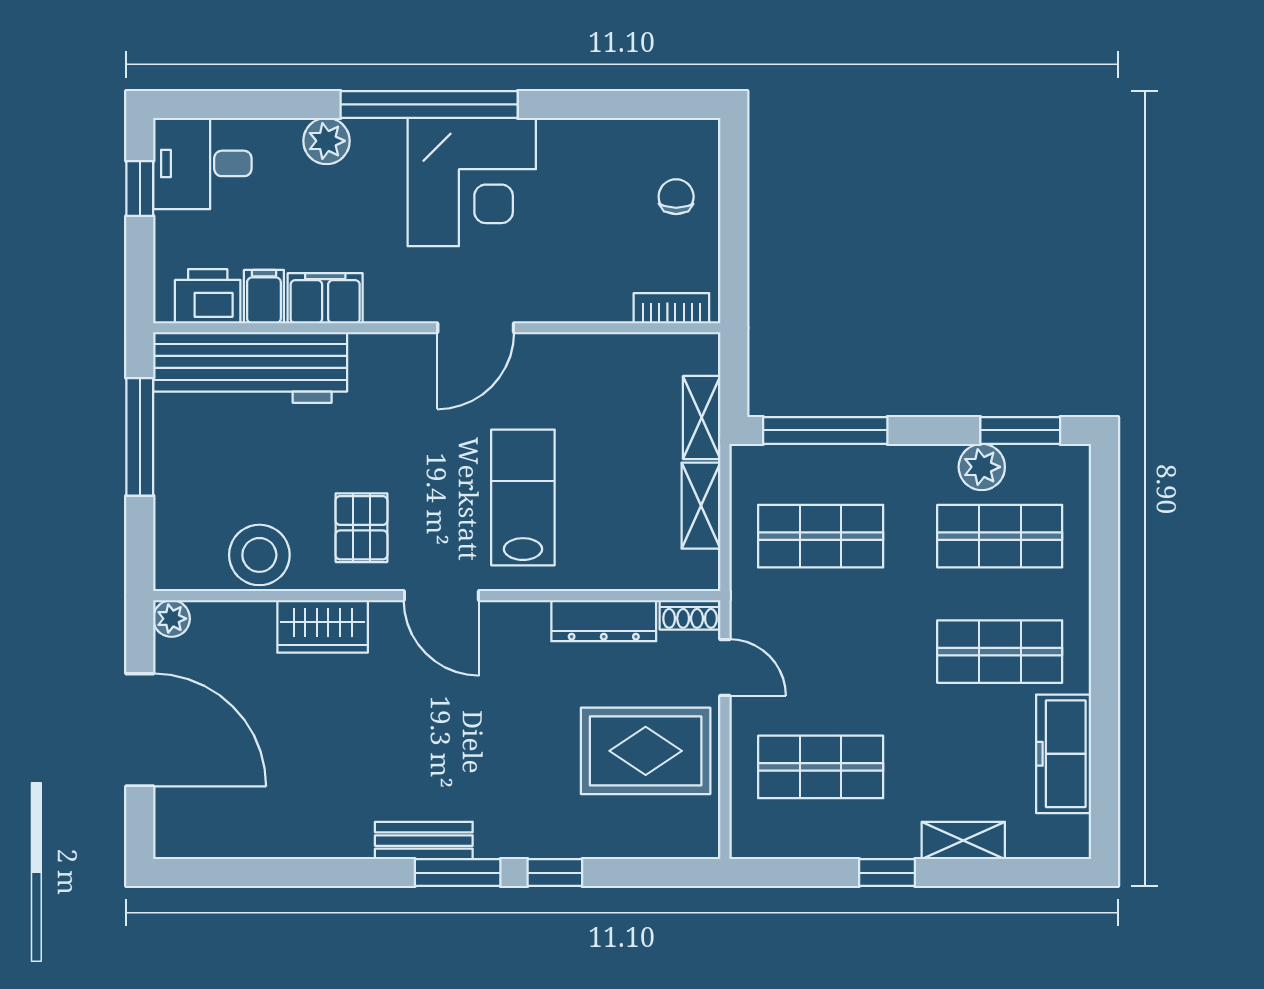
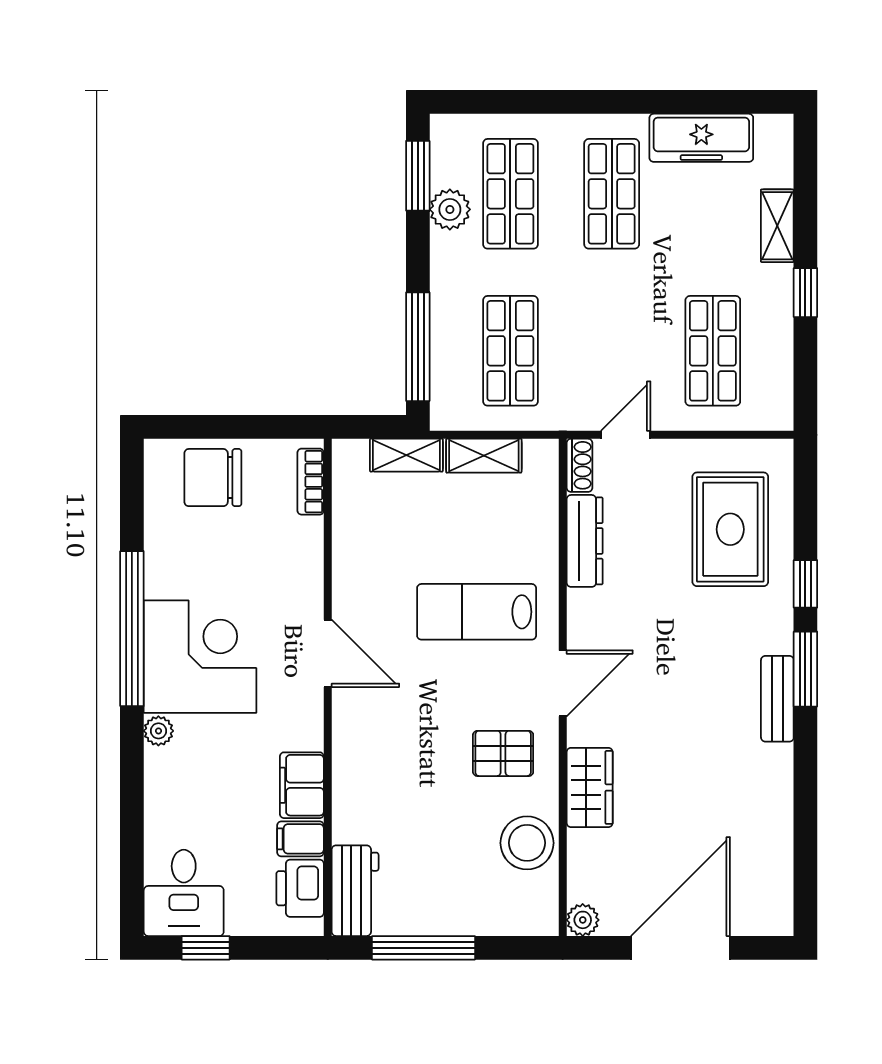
window: (429, 104) -> (132, 629), moved
plant: (326, 141) -> (158, 731), moved, width x0.73, depth x0.73
chair: (676, 197) -> (213, 478), width x1.87, depth x1.87
workbench: (250, 368) -> (355, 891), width x0.53, depth x0.76
rug: (646, 751) -> (730, 529), moved

